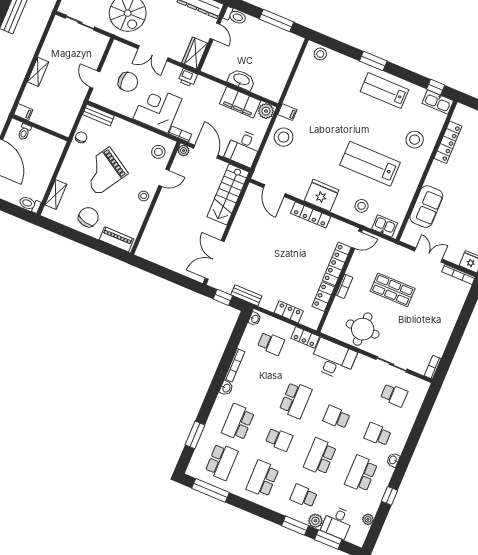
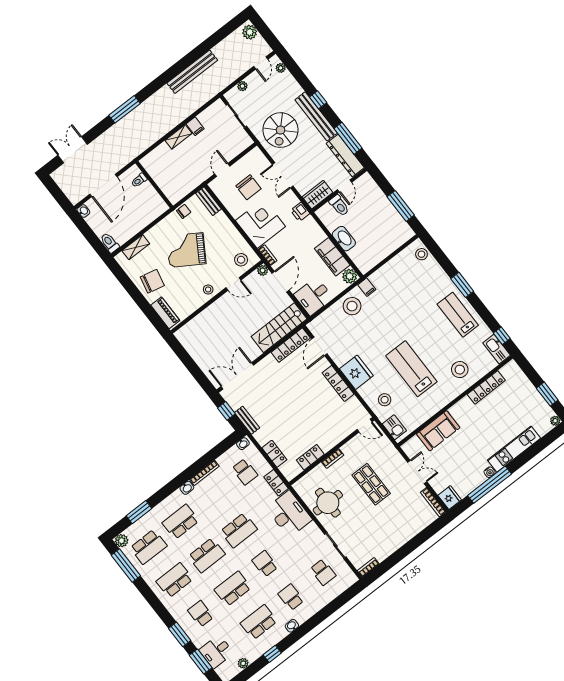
toilet: (235, 16) -> (339, 206), moved
filing cabinet: (23, 112) -> (195, 126), moved
locker: (337, 264) -> (291, 345), moved, turned 180
school desk: (279, 439) -> (207, 555), width x1.85
plant: (315, 521) -> (122, 541), moved

